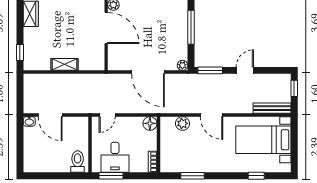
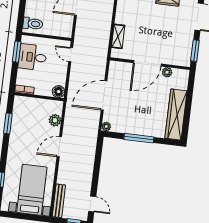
shelving: (65, 64) -> (118, 36), moved
window: (210, 70) -> (99, 150), removed
door: (245, 70) -> (92, 204), moved

